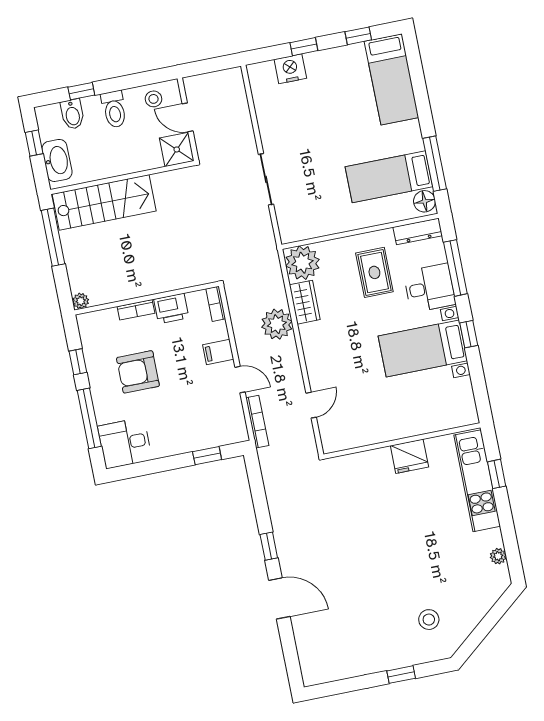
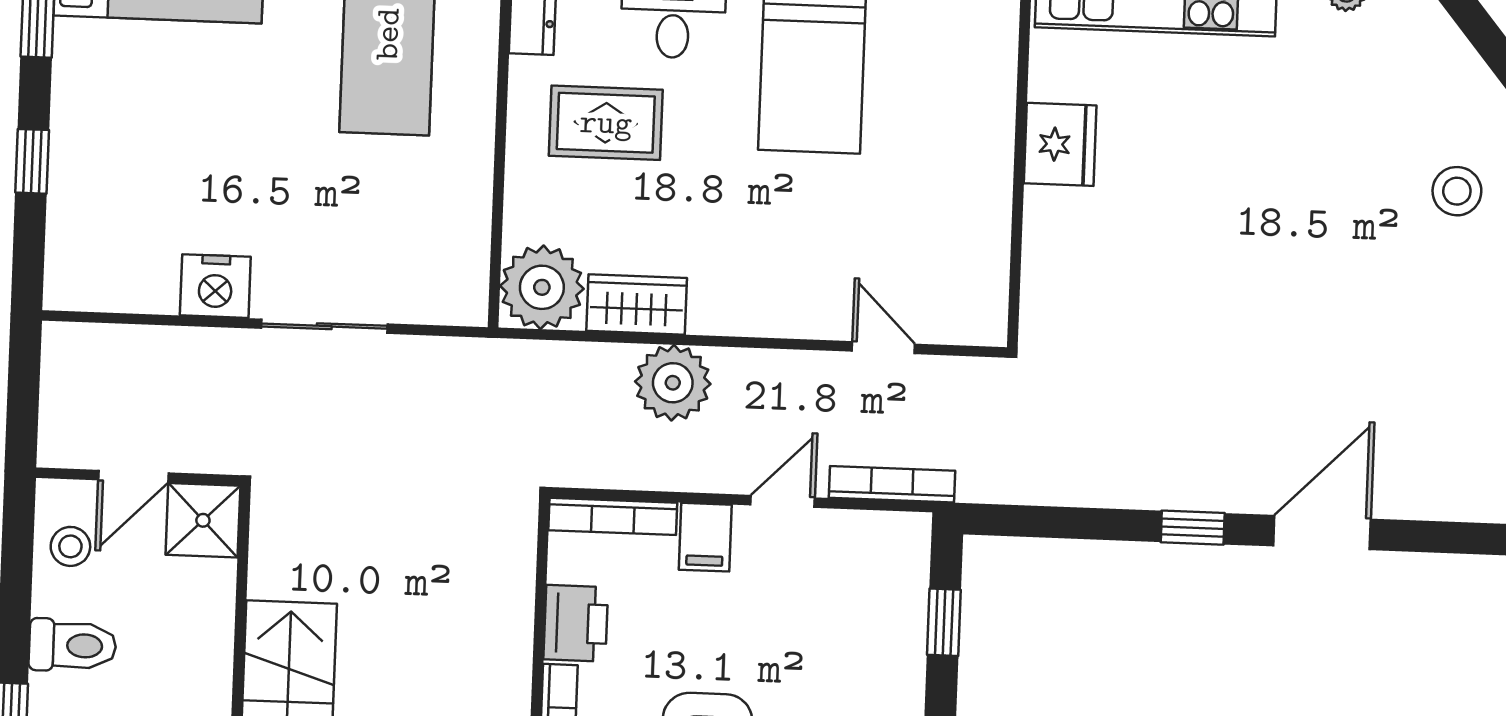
nightstand: (290, 69) -> (215, 286), moved, turned -90
bookcase: (216, 304) -> (613, 516), width x1.56

